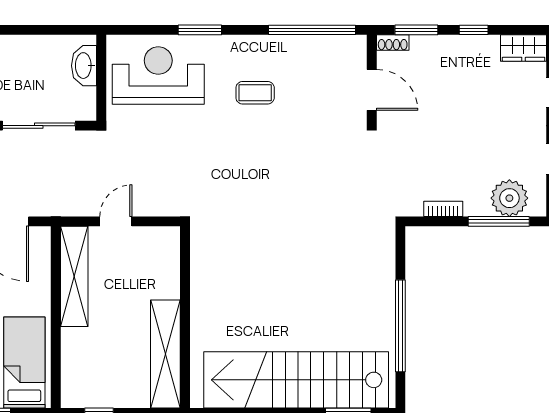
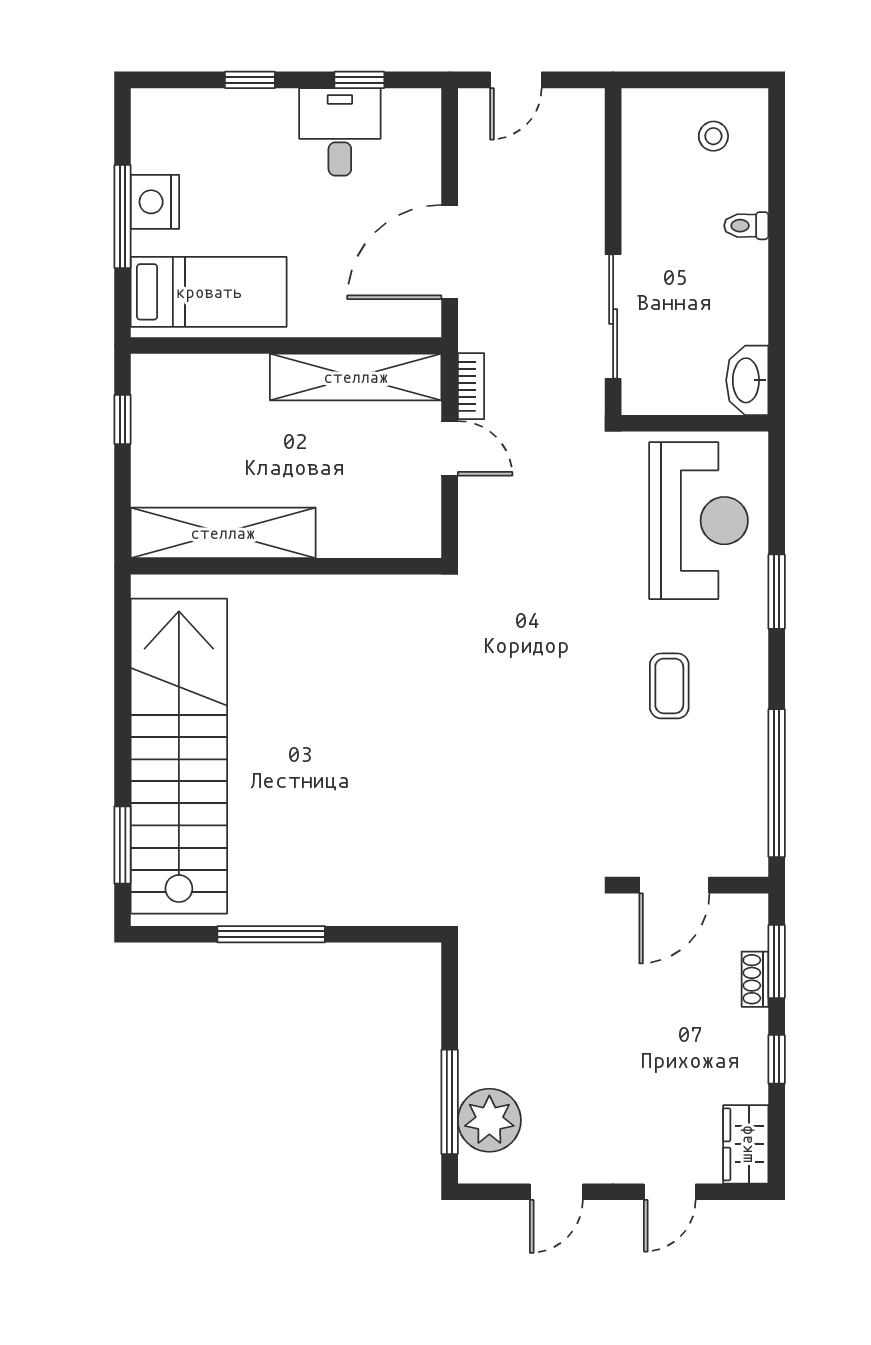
shoe rack: (393, 43) -> (755, 979), moved
washbasin: (84, 66) -> (747, 380), moved, turned -90
bookcase: (443, 209) -> (471, 386), moved
window: (400, 326) -> (271, 934), width x0.68

